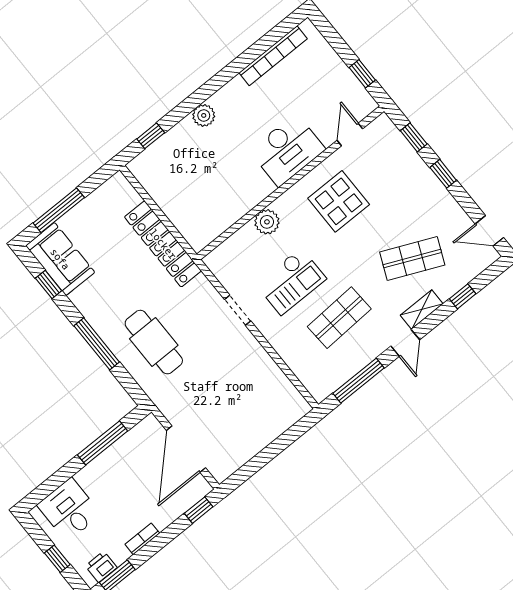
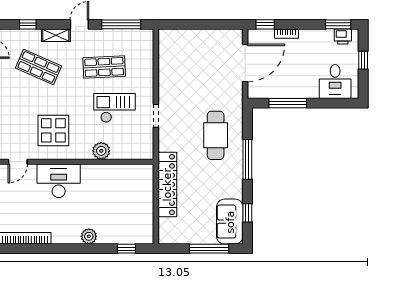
bookcase: (142, 539) -> (286, 34), moved

